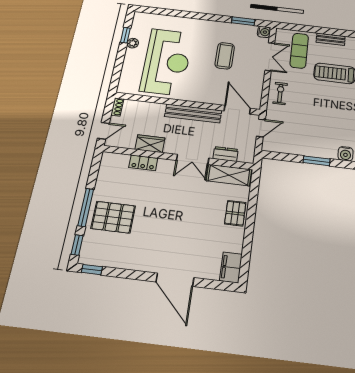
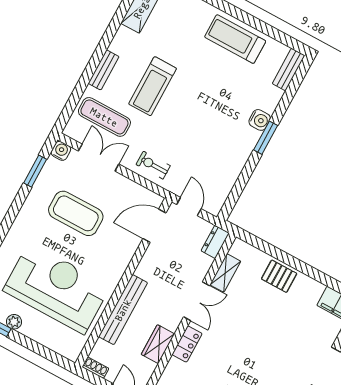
coffee table: (225, 56) -> (76, 213), width x1.36, depth x1.32
bench: (193, 114) -> (123, 310), moved
dresser: (226, 154) -> (215, 242), moved
window: (317, 161) -> (266, 138), moved
locker: (143, 163) -> (187, 344), moved
shelving: (229, 175) -> (225, 273), width x0.67, depth x0.75

